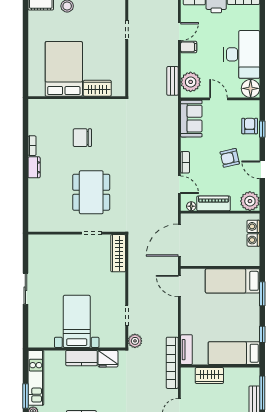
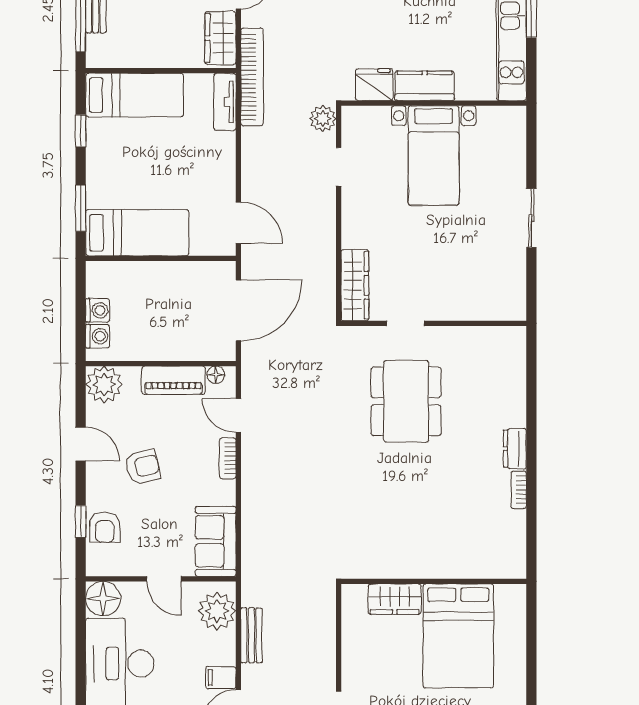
bench: (173, 81) -> (251, 635), moved
chair: (82, 138) -> (423, 505), removed
wardrobe: (209, 376) -> (220, 38), moved, turned -90

